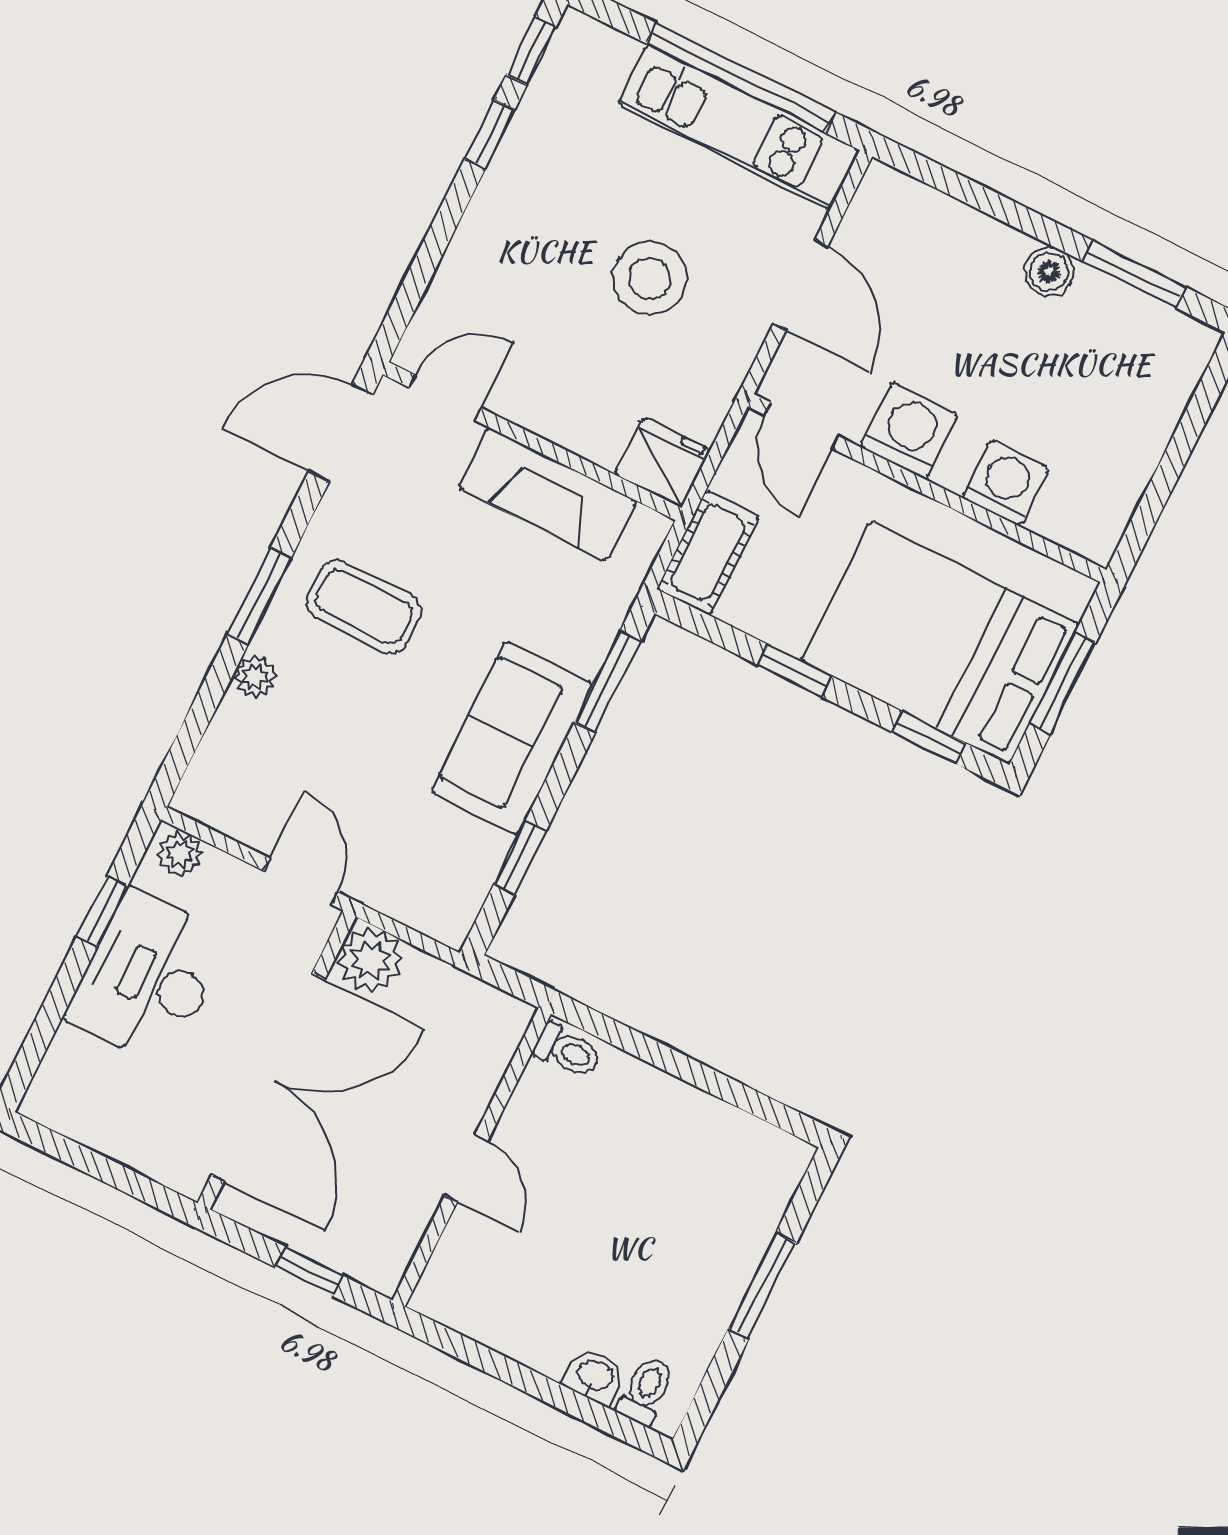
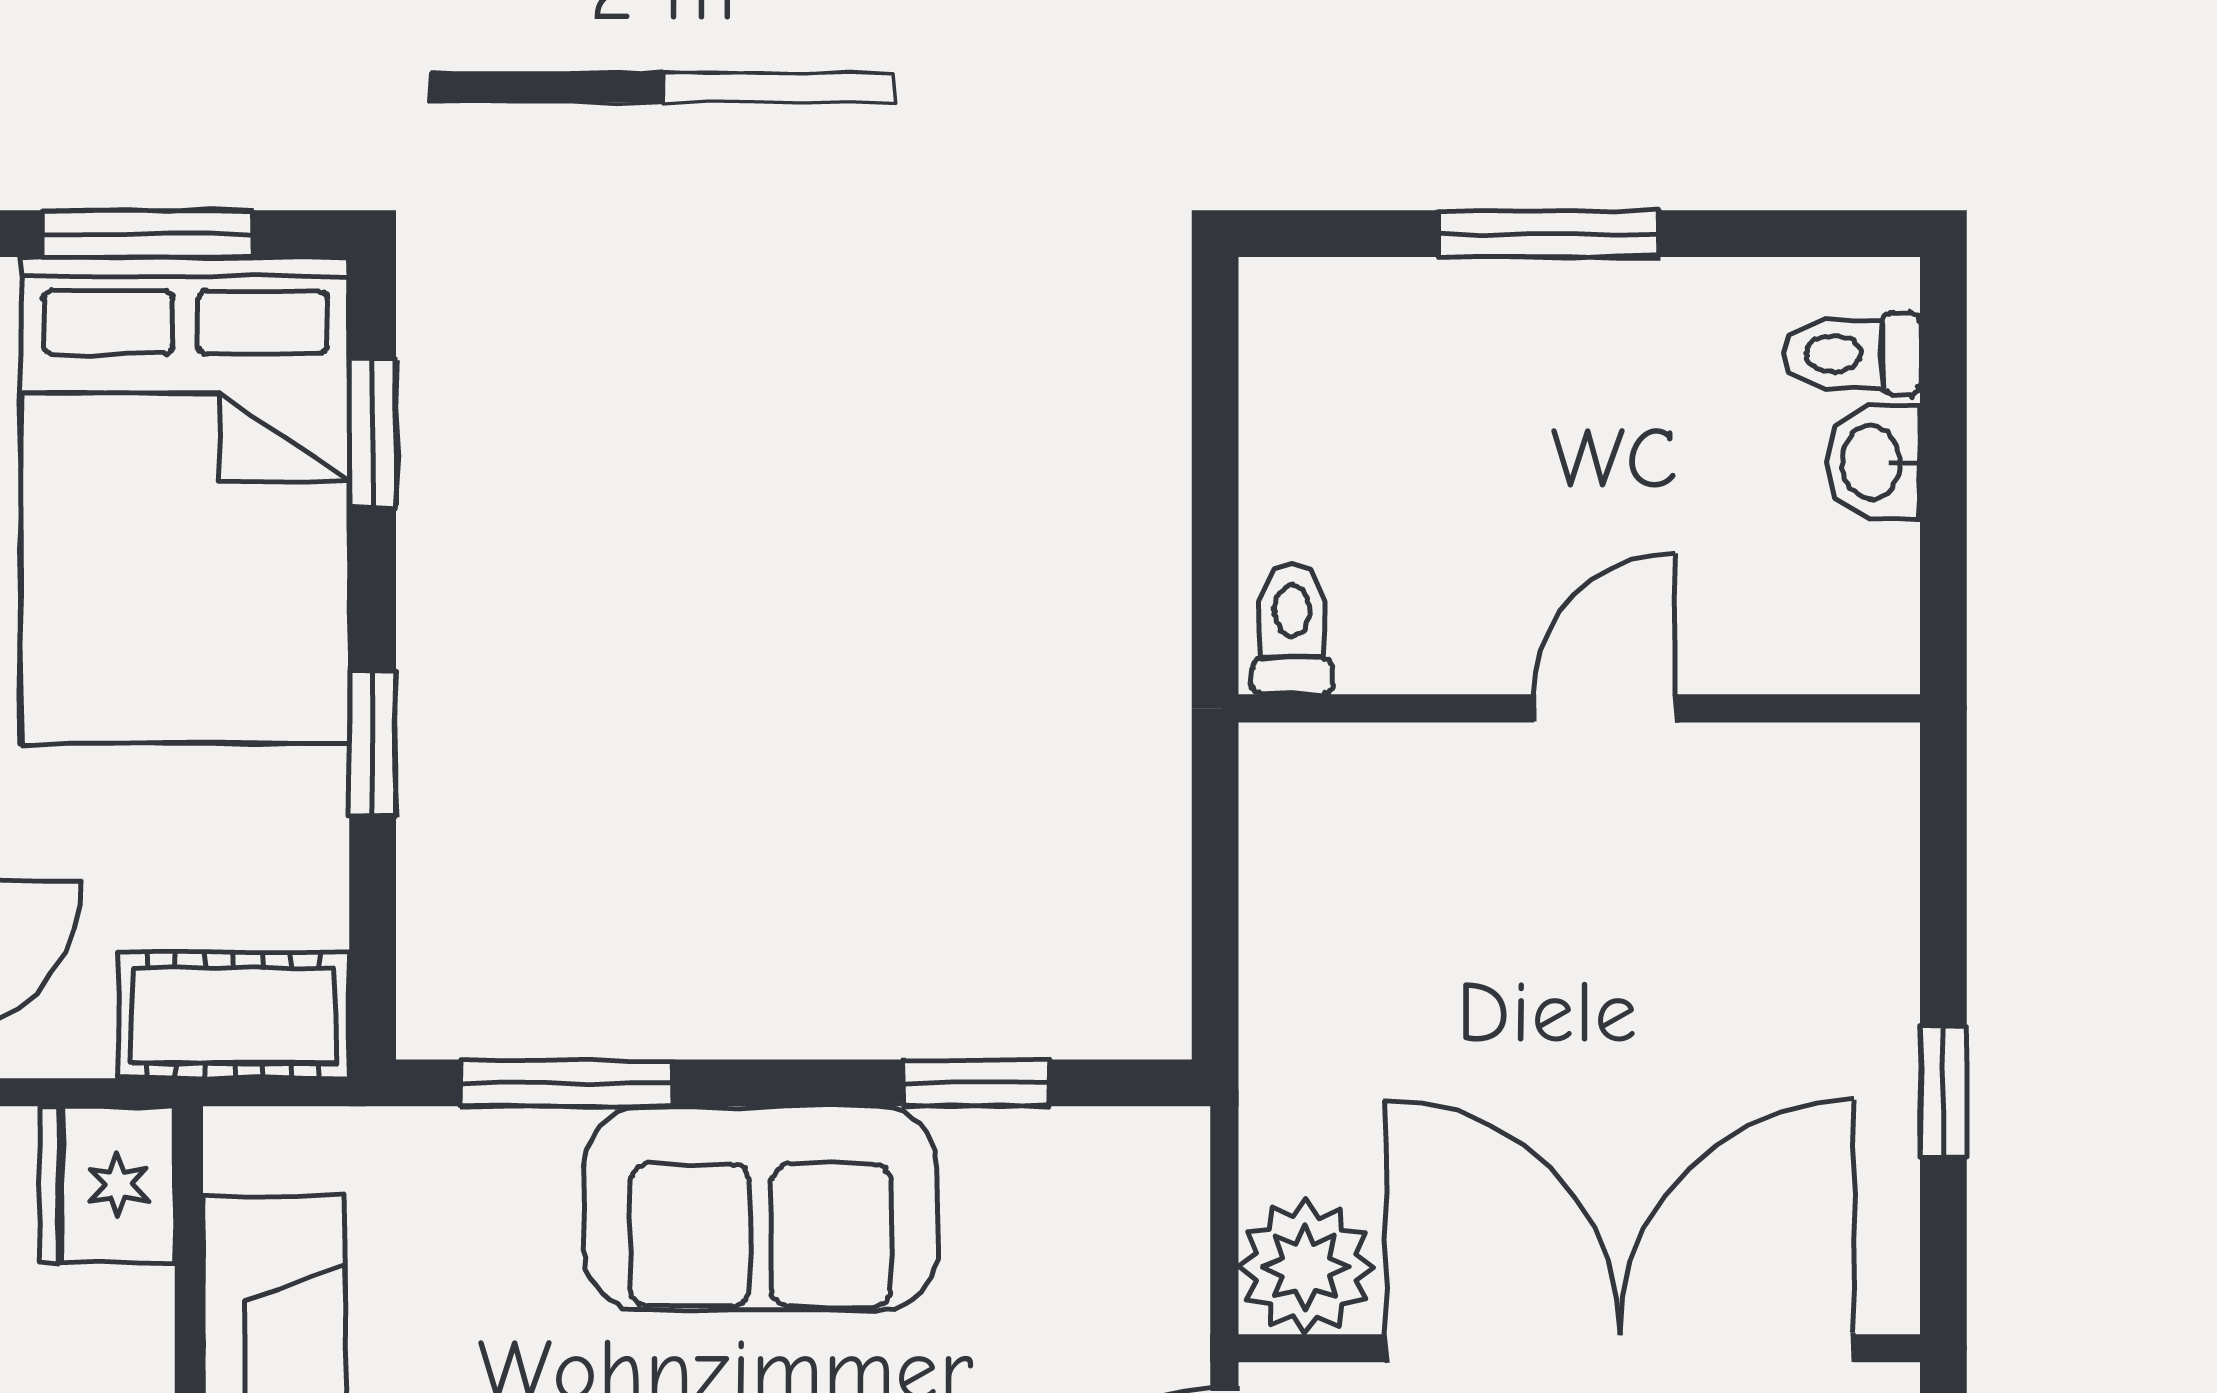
toilet: (568, 1051) -> (1292, 629), moved
wall: (472, 1157) -> (1579, 708), moved
door: (466, 1168) -> (1605, 708), moved

